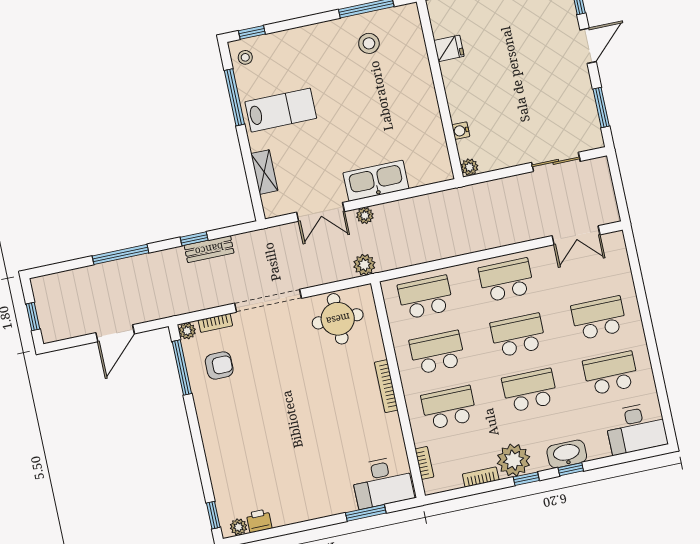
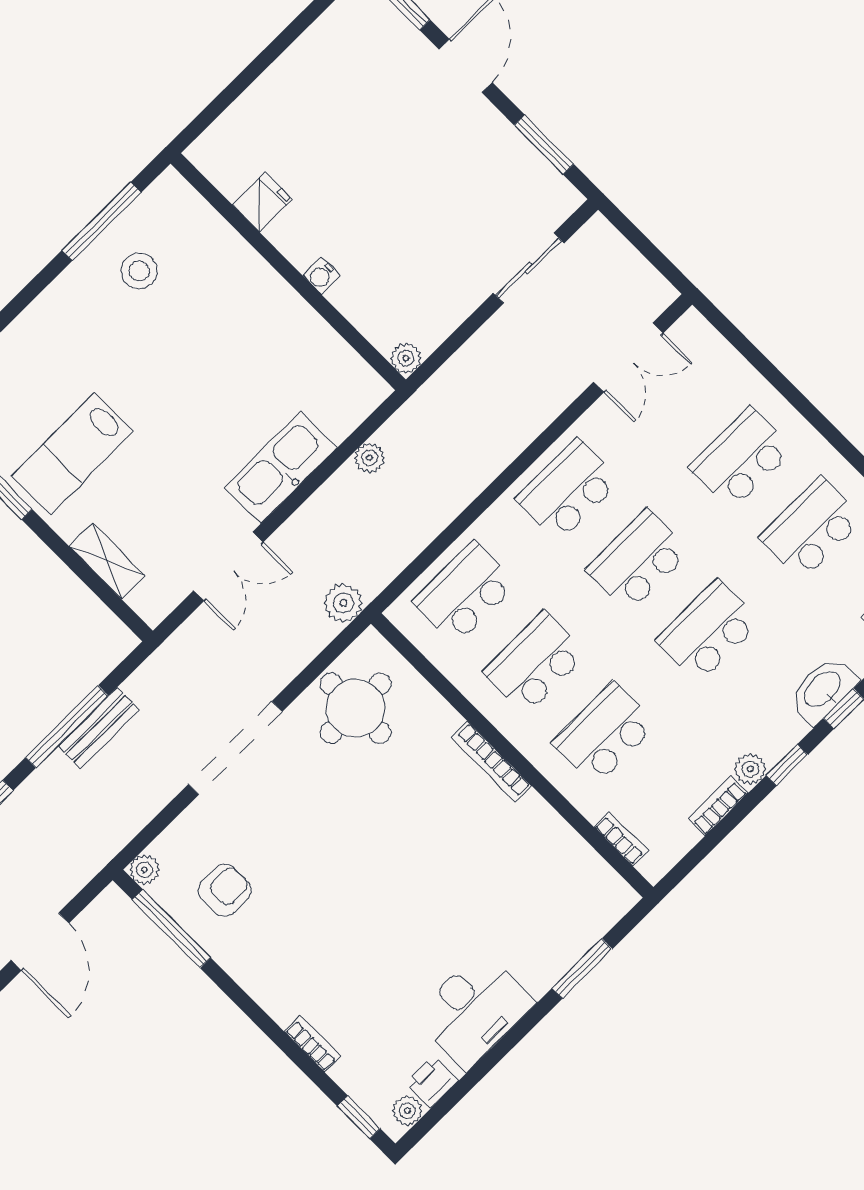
lab bench: (281, 110) -> (72, 454), turned 180
water cooler: (461, 131) -> (321, 276), moved
plant: (365, 215) -> (369, 458), moved
window: (194, 239) -> (67, 727), width x2.17
bookcase: (215, 323) -> (312, 1044), moved, turned -90
plant: (513, 460) -> (750, 769), width x0.53, depth x0.53
desk: (382, 482) -> (474, 1010), moved

